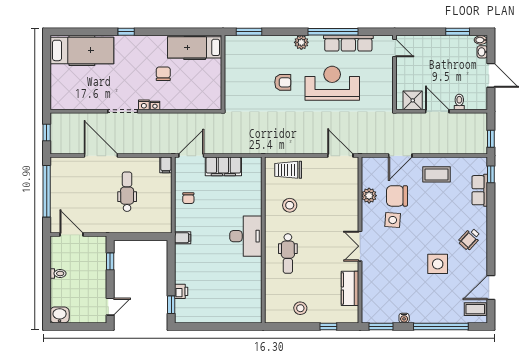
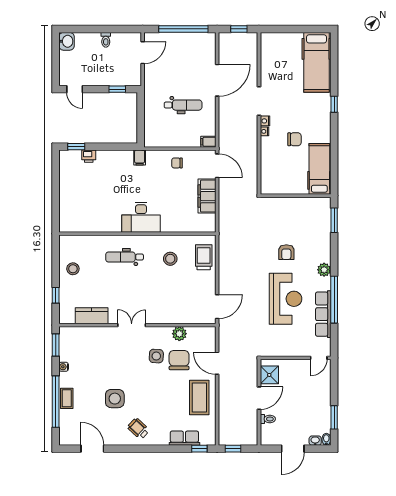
coffee table: (437, 174) -> (199, 397), width x1.36, depth x1.32
coffee table: (475, 309) -> (67, 398), moved

